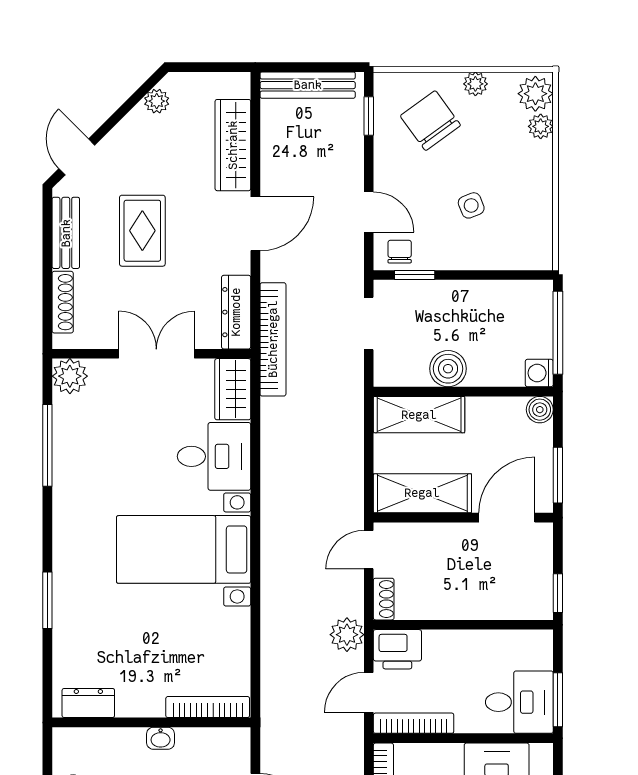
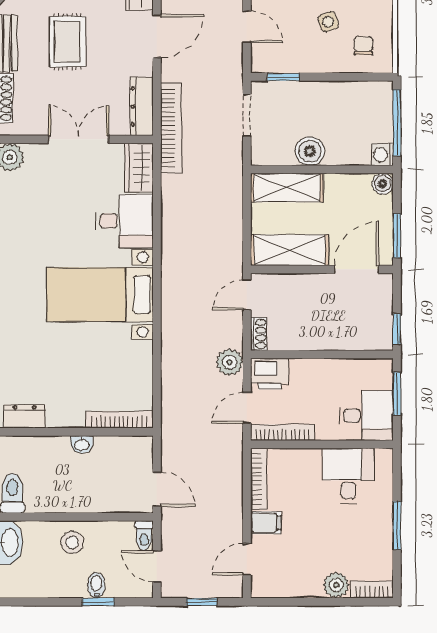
chair: (400, 252) -> (363, 46), moved
window: (558, 700) -> (397, 394), moved

